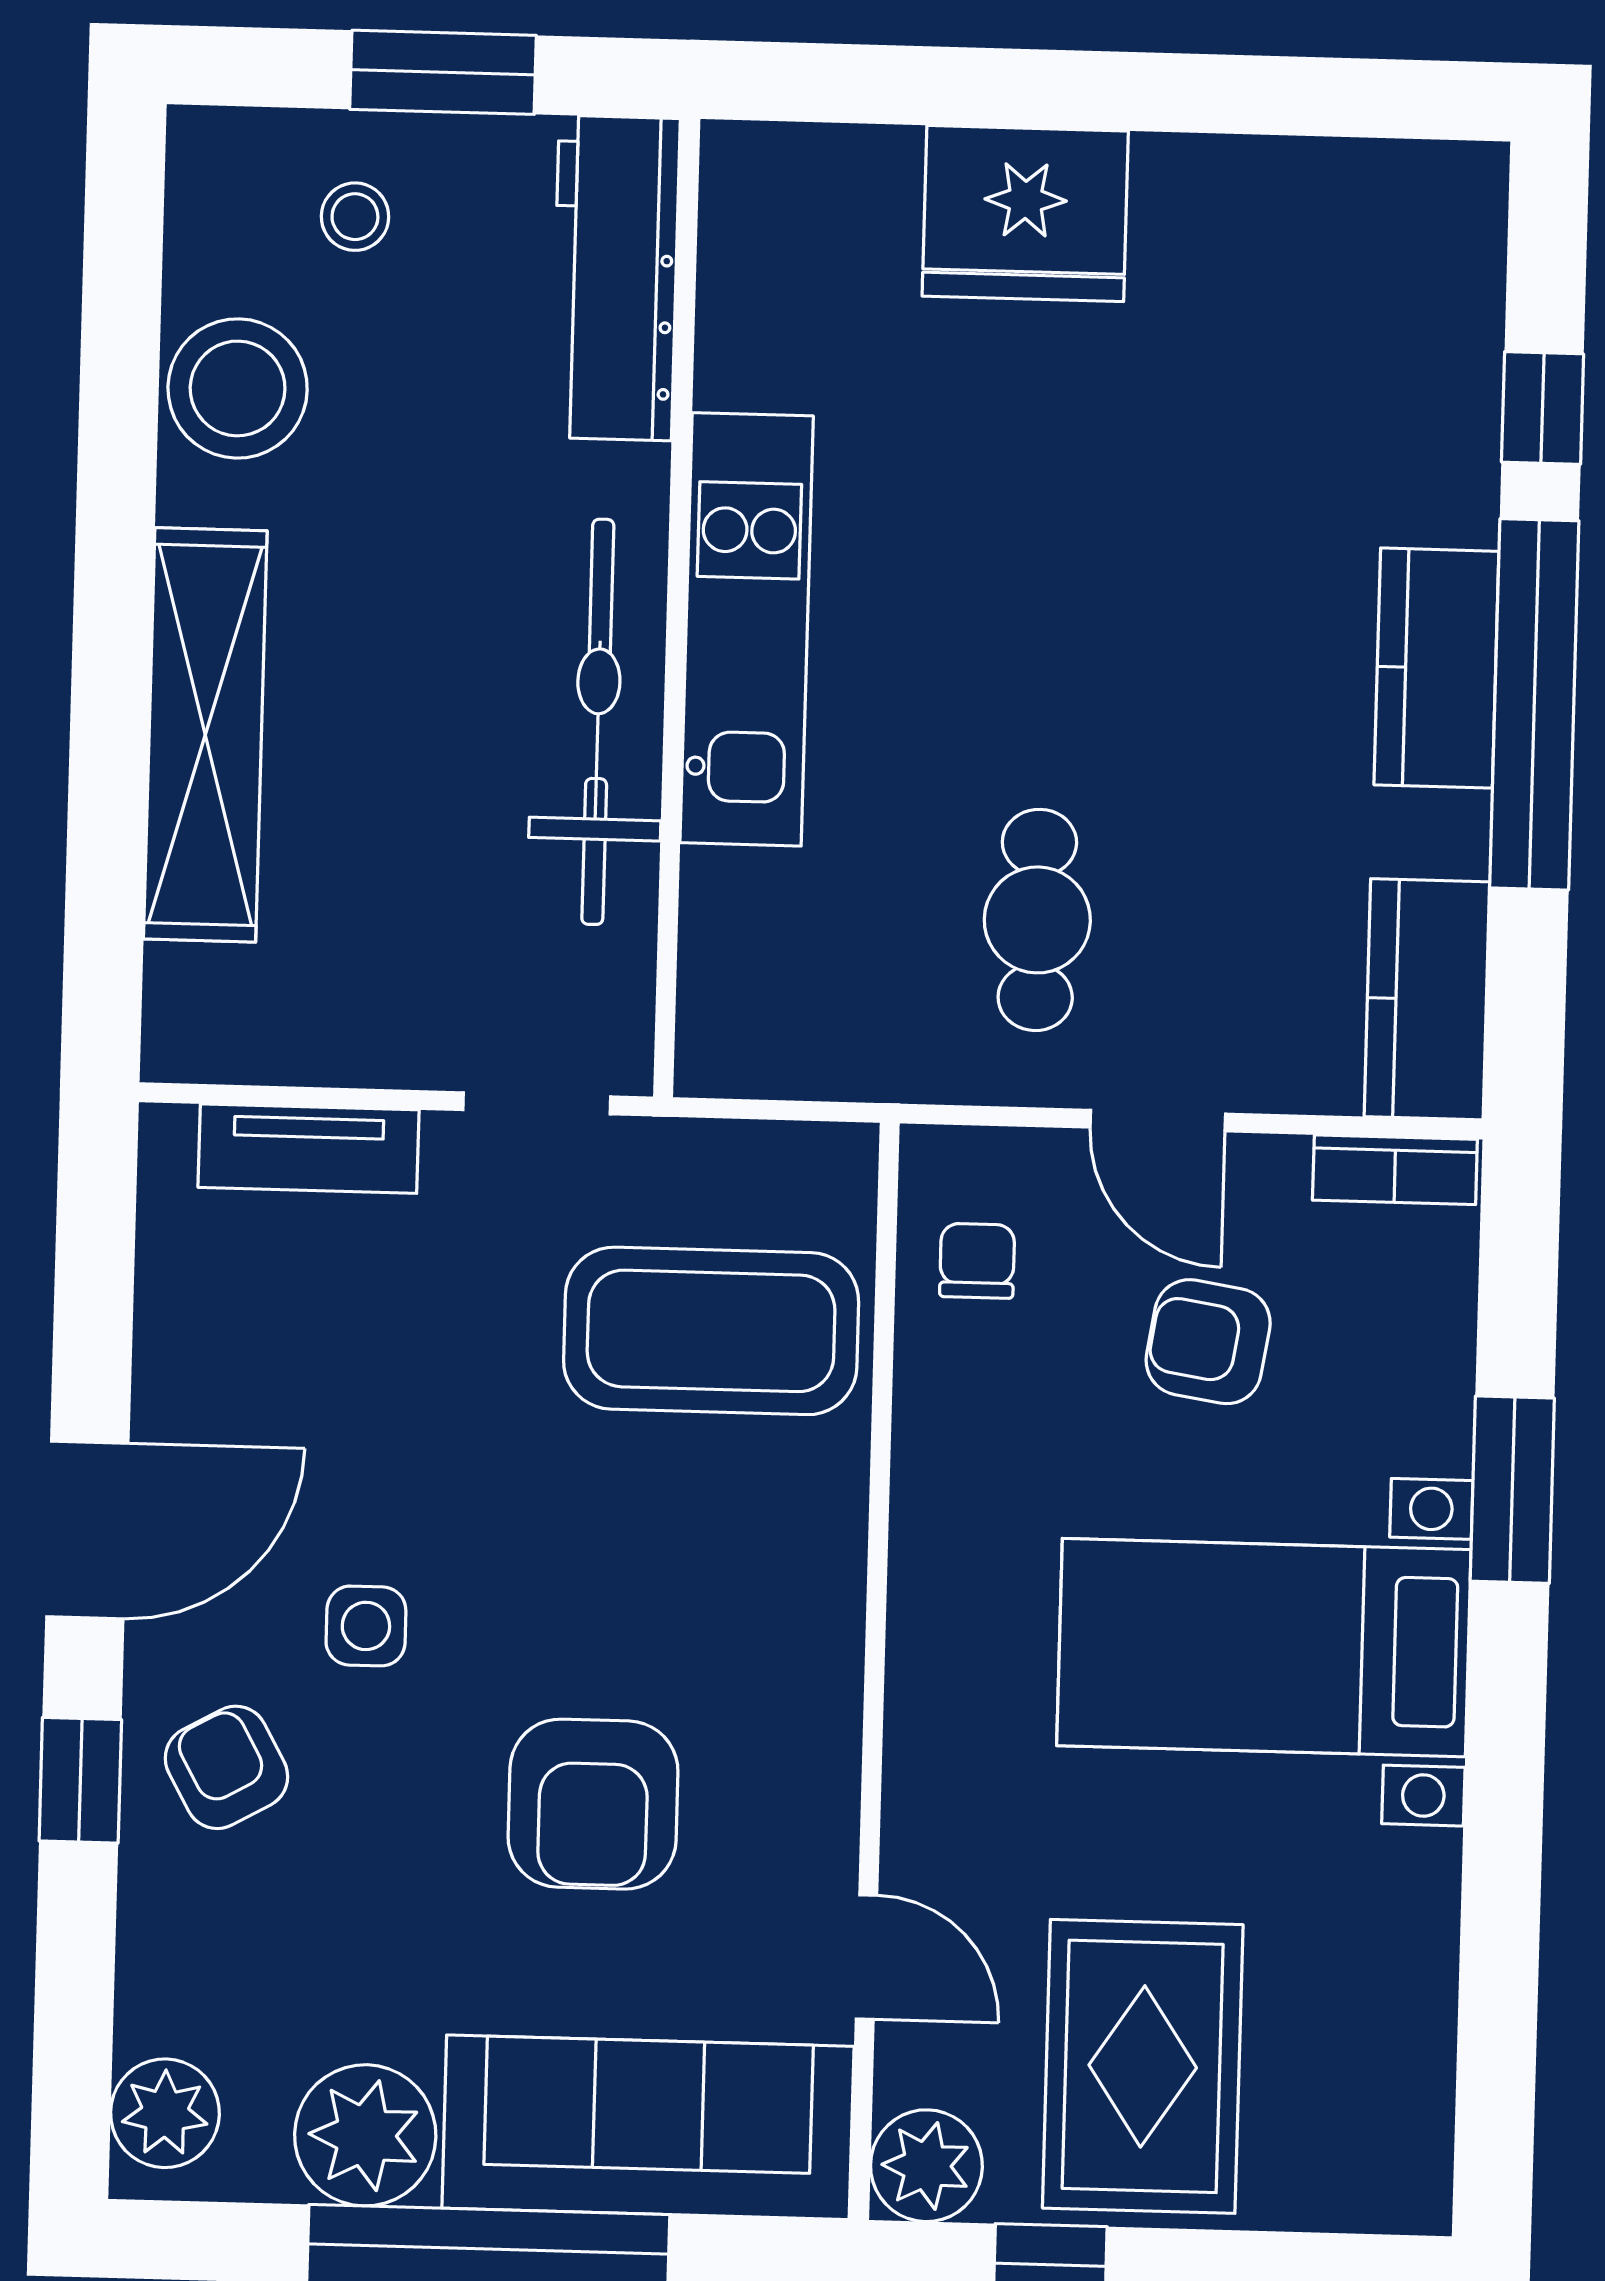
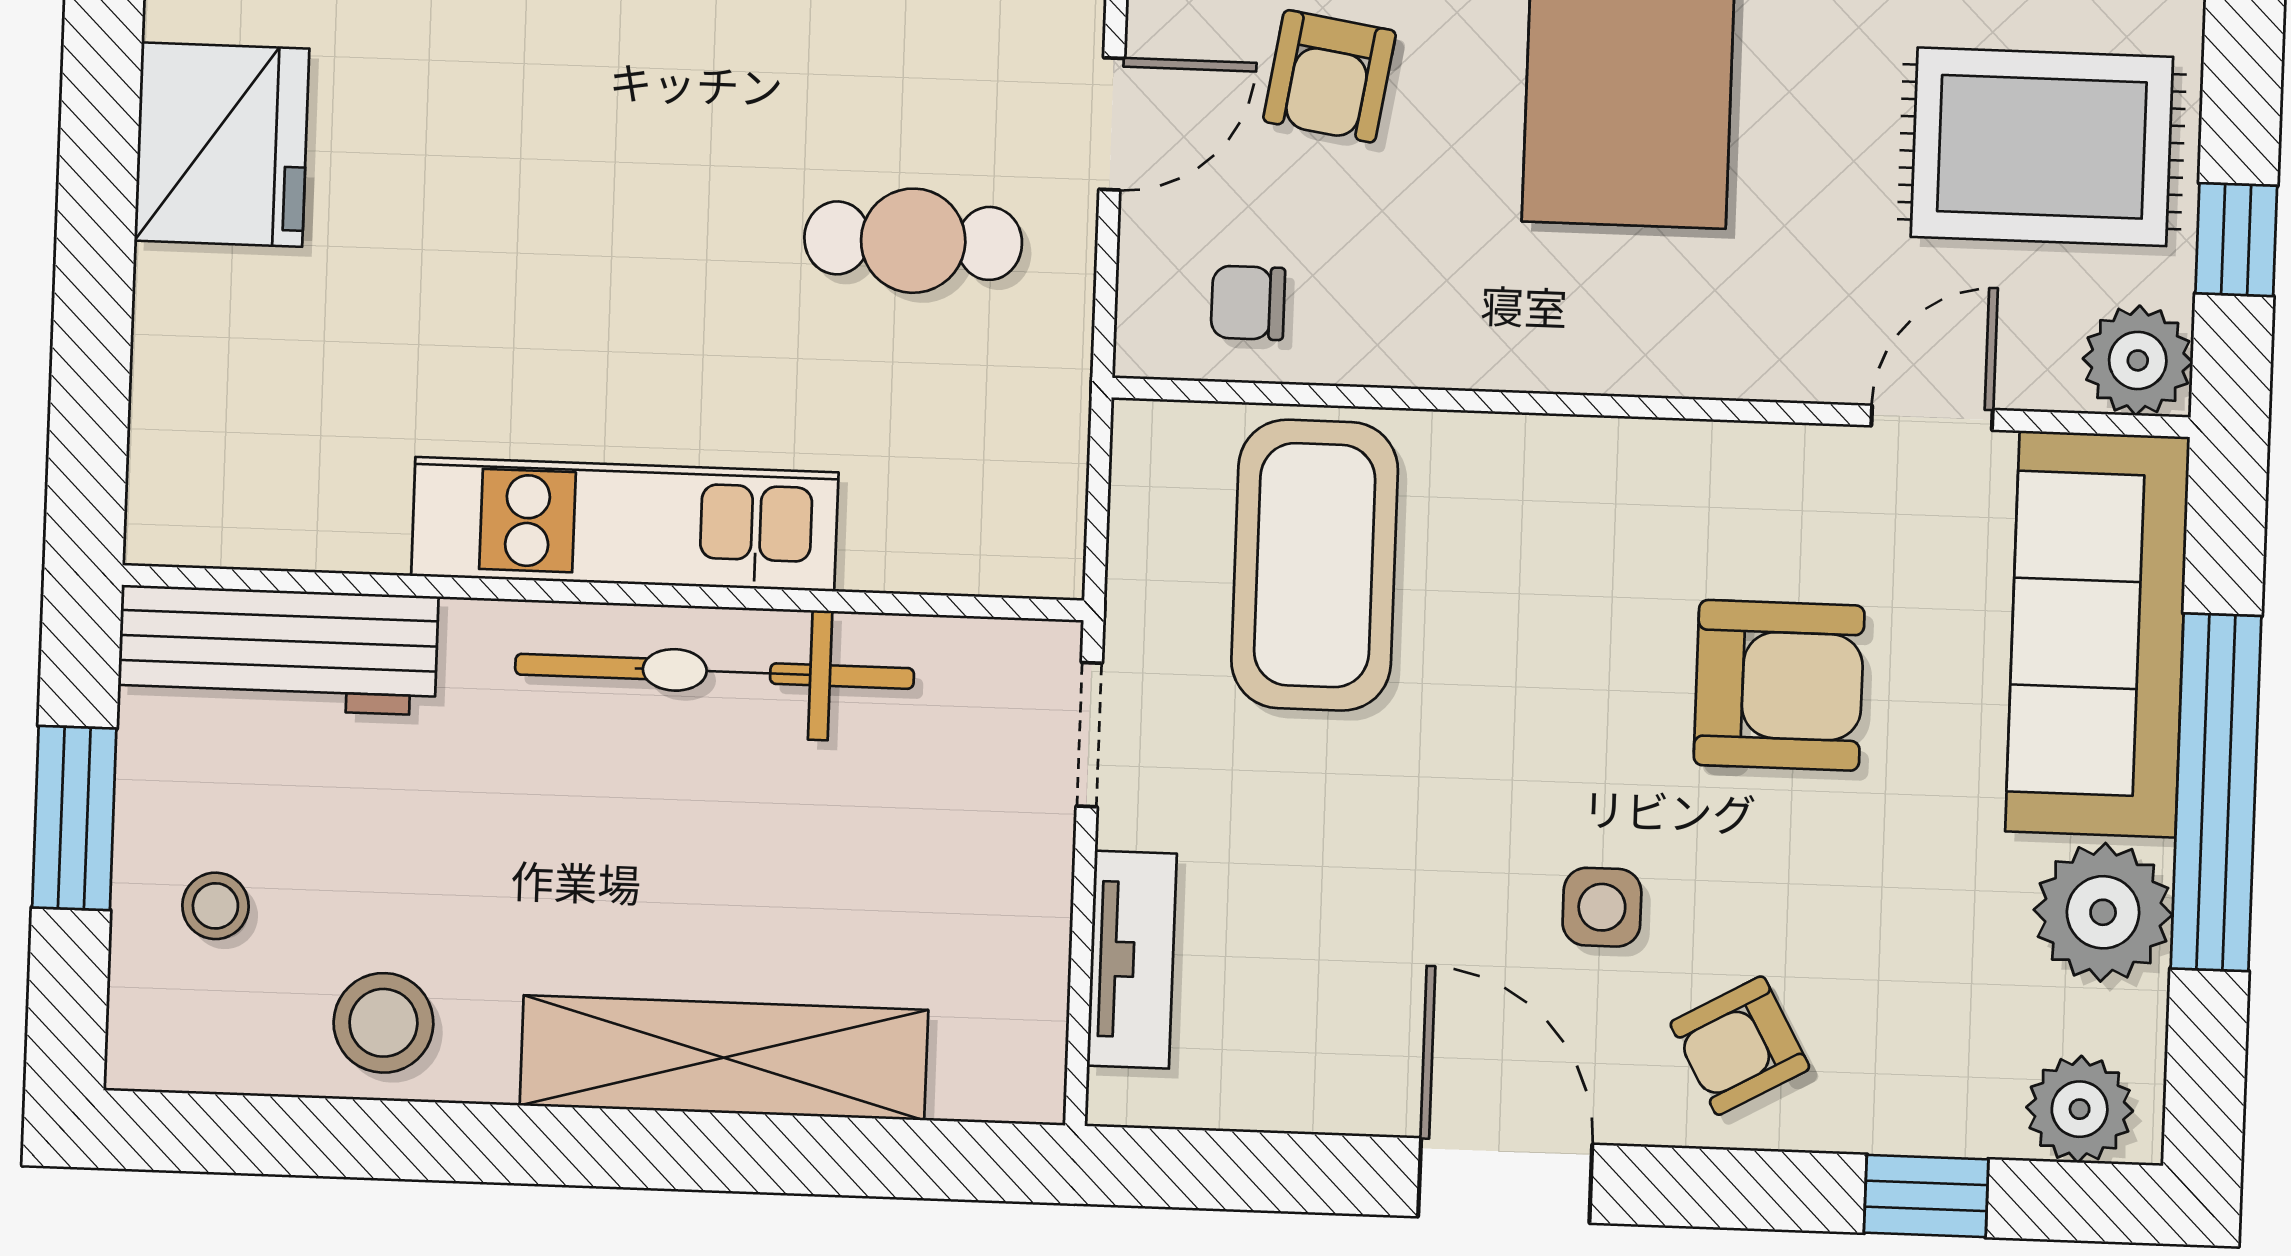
fridge: (1025, 214) -> (222, 145), moved
stool: (238, 388) -> (383, 1023), width x0.73, depth x0.73
window: (80, 1780) -> (1926, 1196), moved

